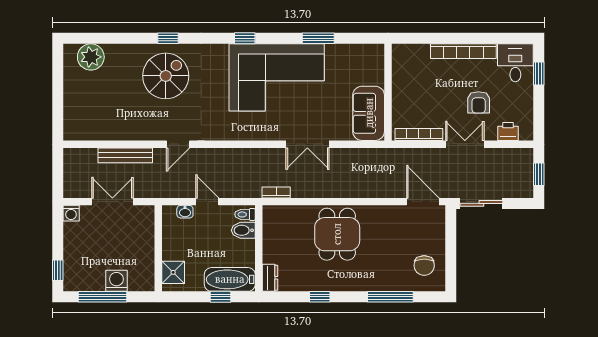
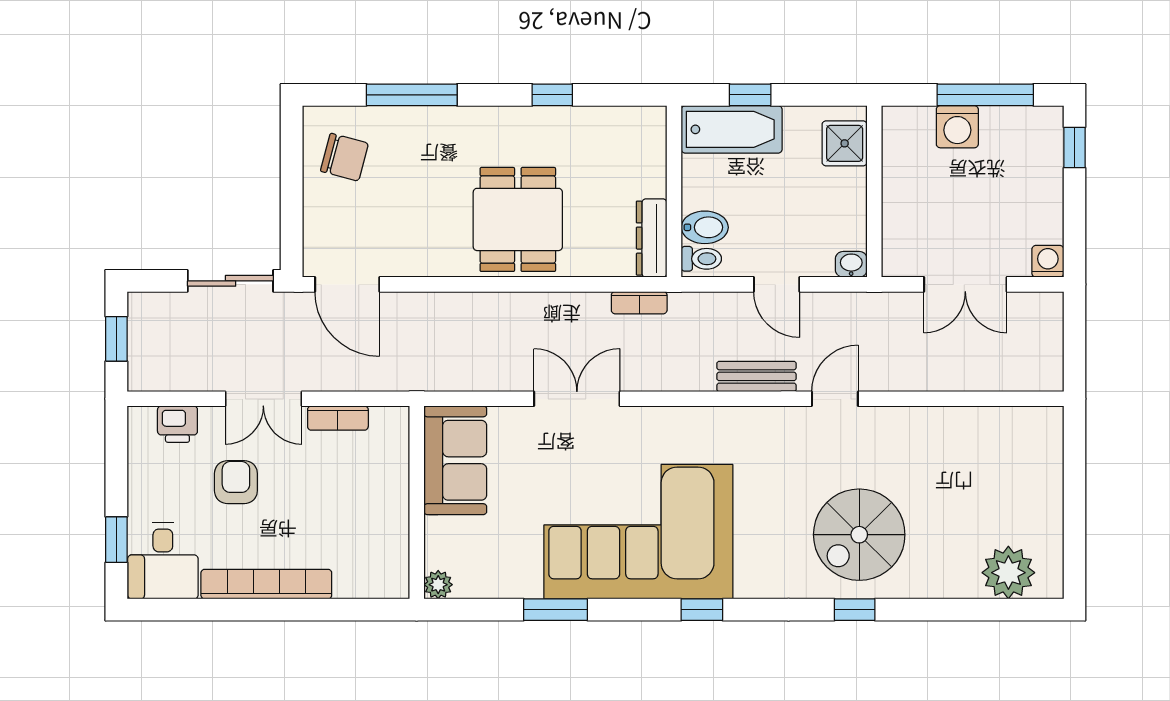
plant: (377, 51) -> (438, 585), added
bookcase: (419, 135) -> (338, 418), width x0.64
bench: (125, 155) -> (756, 376), moved, width x0.73
washbasin: (185, 212) -> (851, 264), moved
chair: (424, 265) -> (344, 157), turned 105
dresser: (270, 278) -> (652, 238), moved, width x1.44

